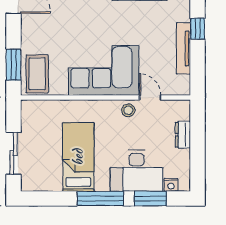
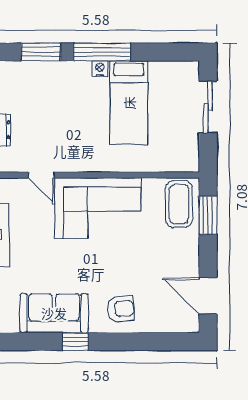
stool: (128, 110) -> (68, 160), removed
desk: (137, 171) -> (58, 86), removed
nightstand: (171, 185) -> (100, 68), moved

